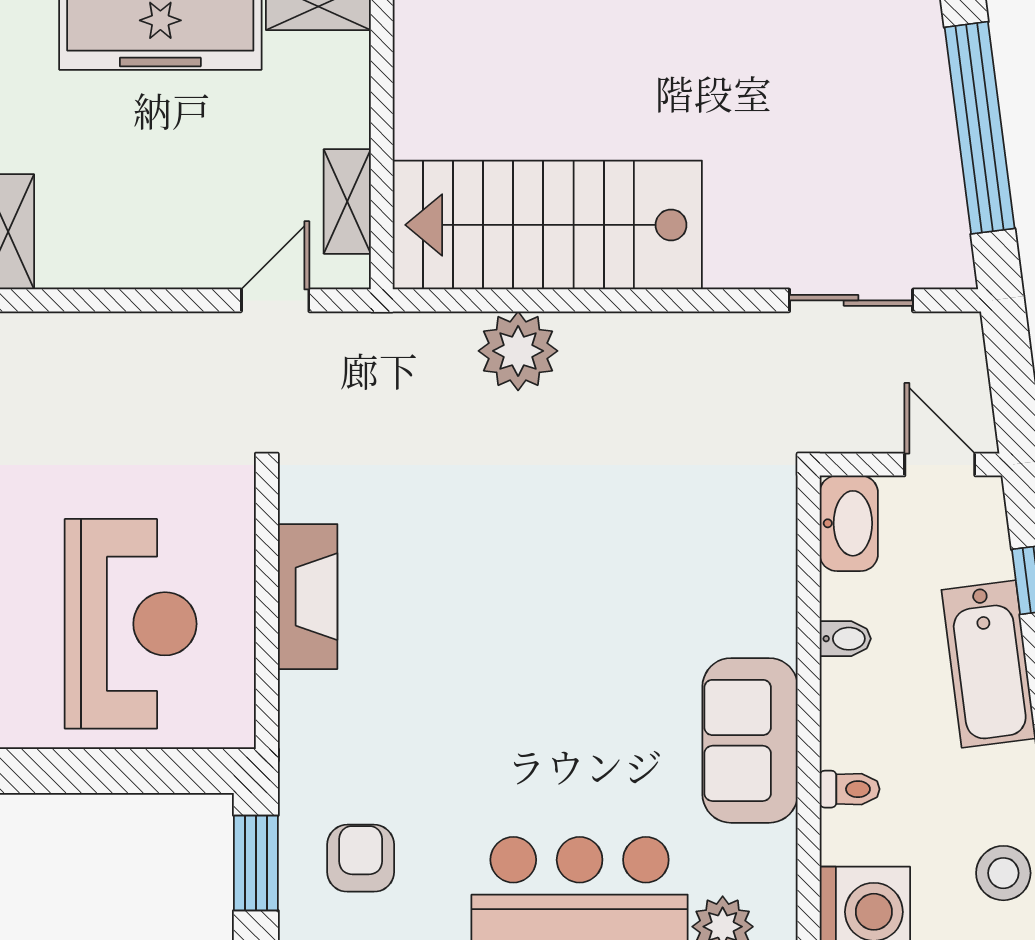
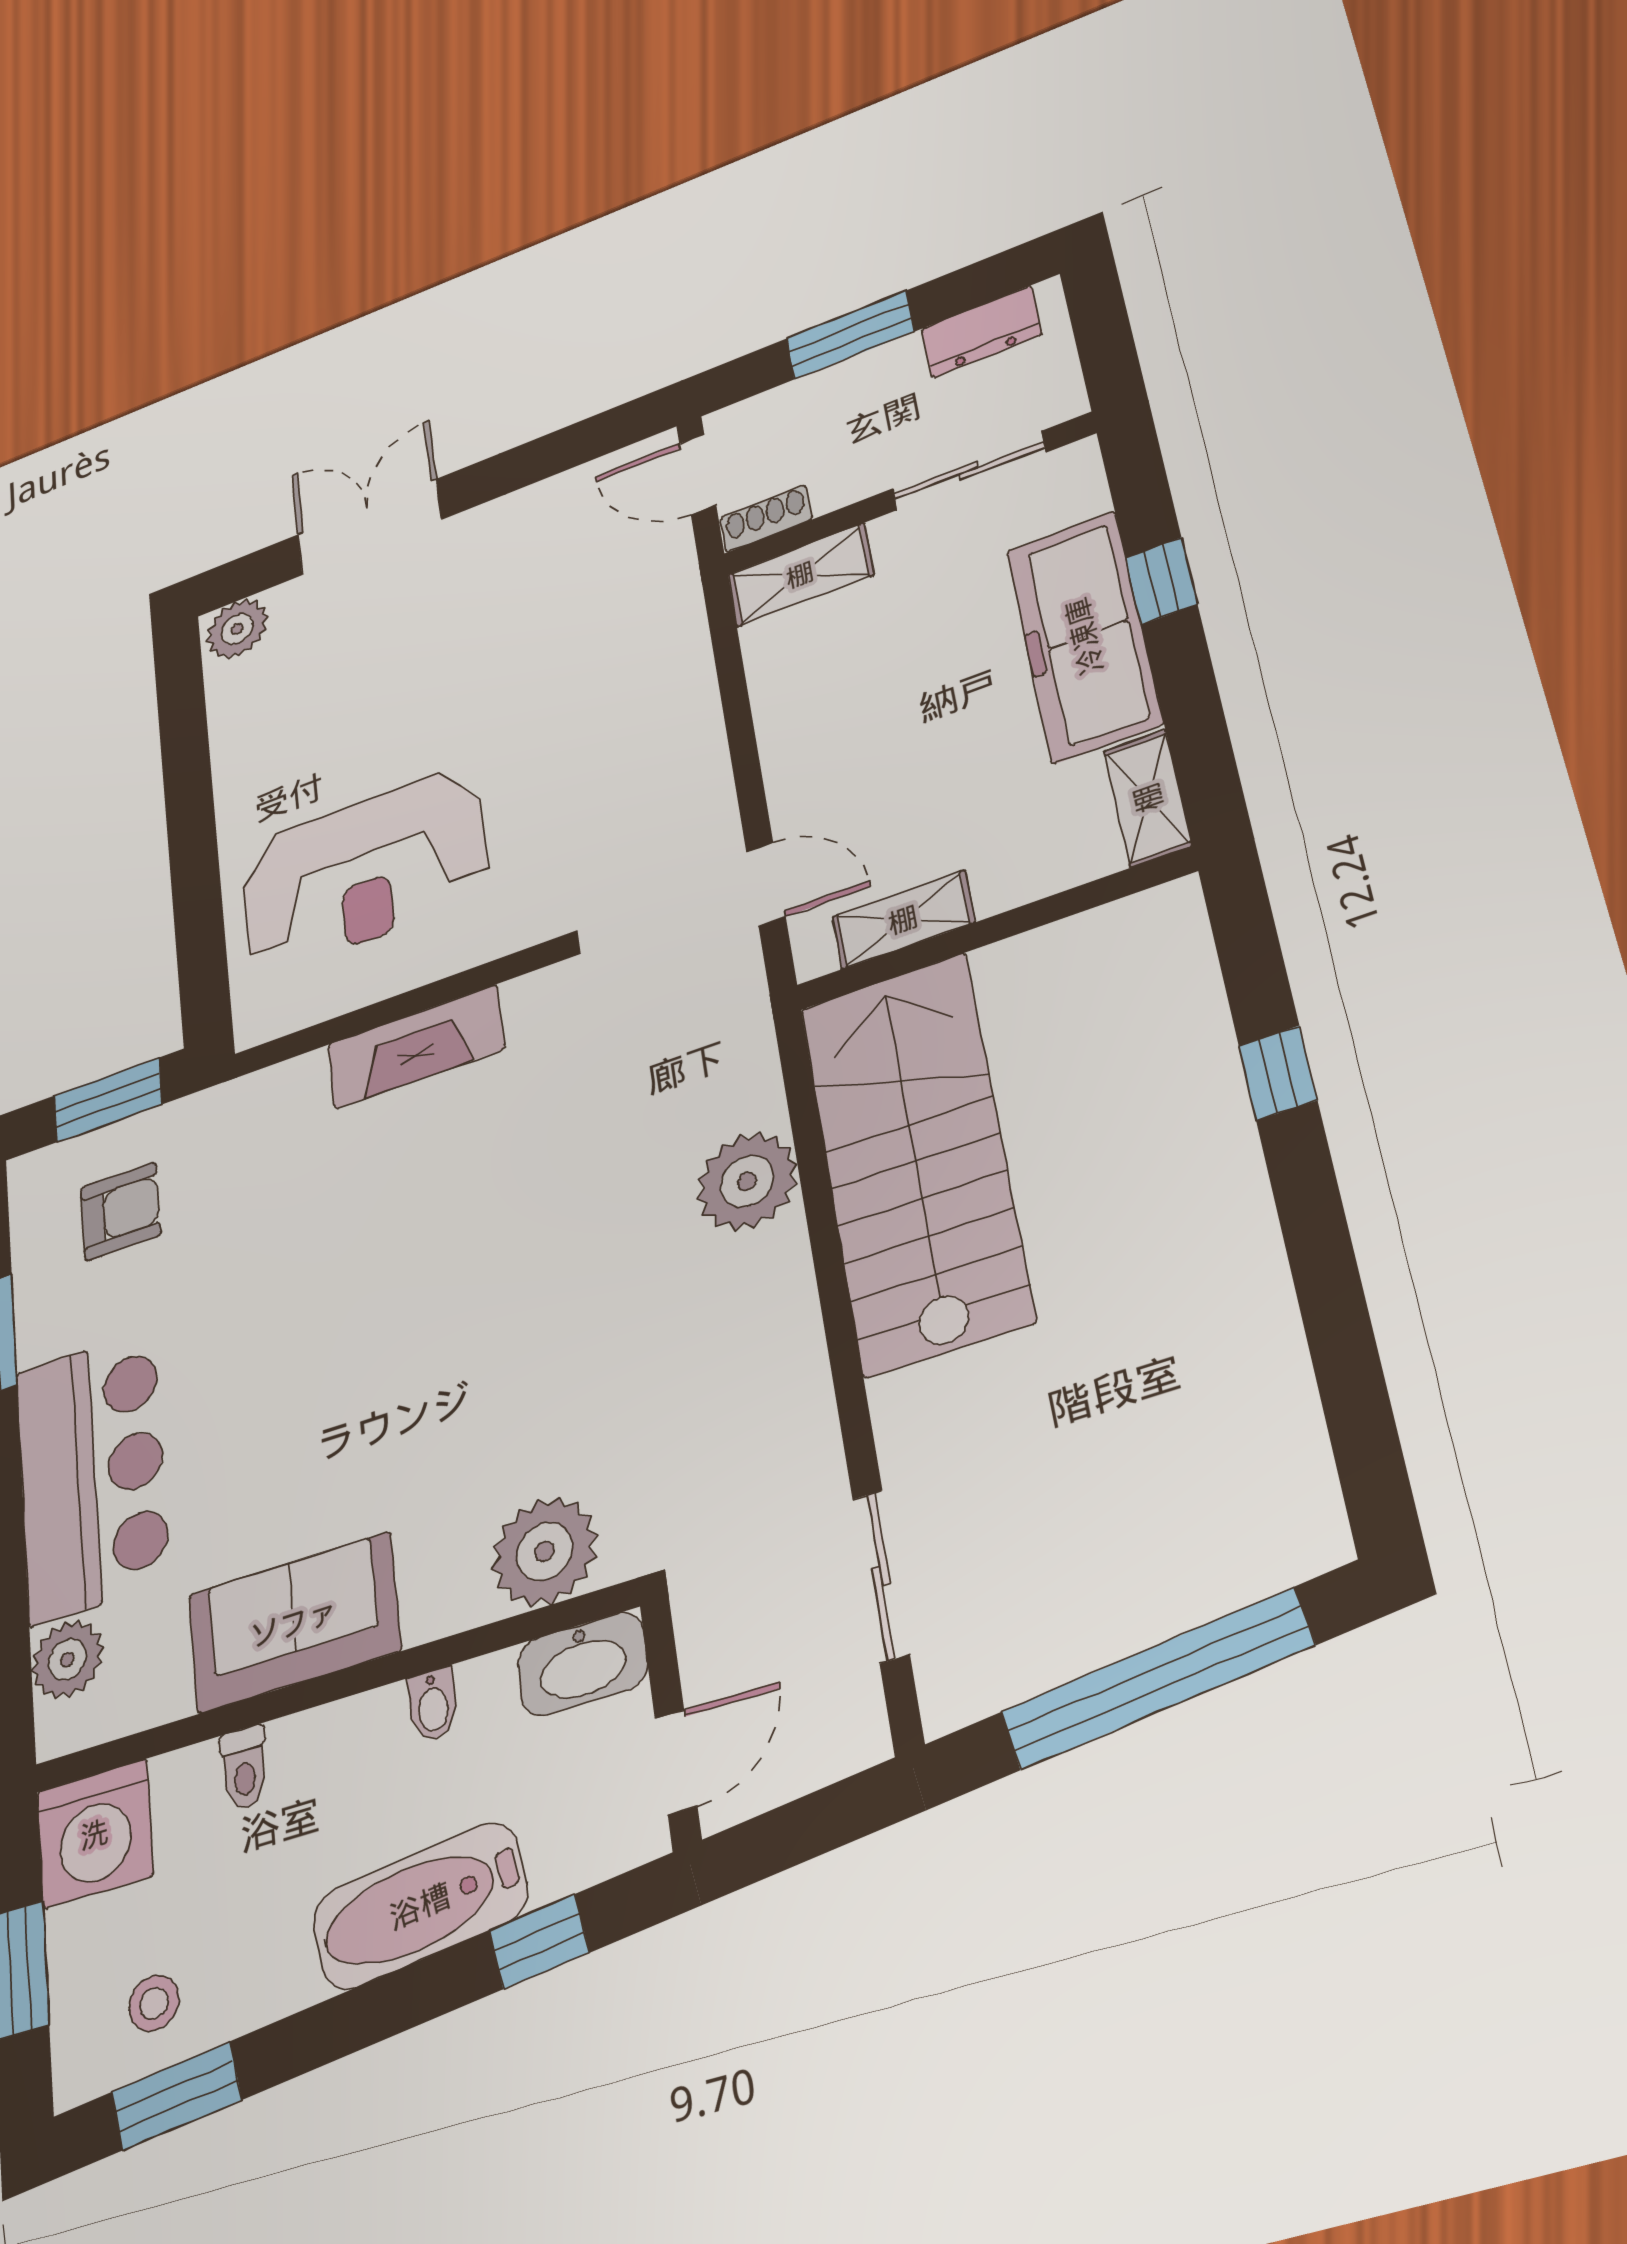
plant: (756, 541) -> (545, 1552), added
stool: (1003, 873) -> (154, 2003), width x0.73, depth x0.73

